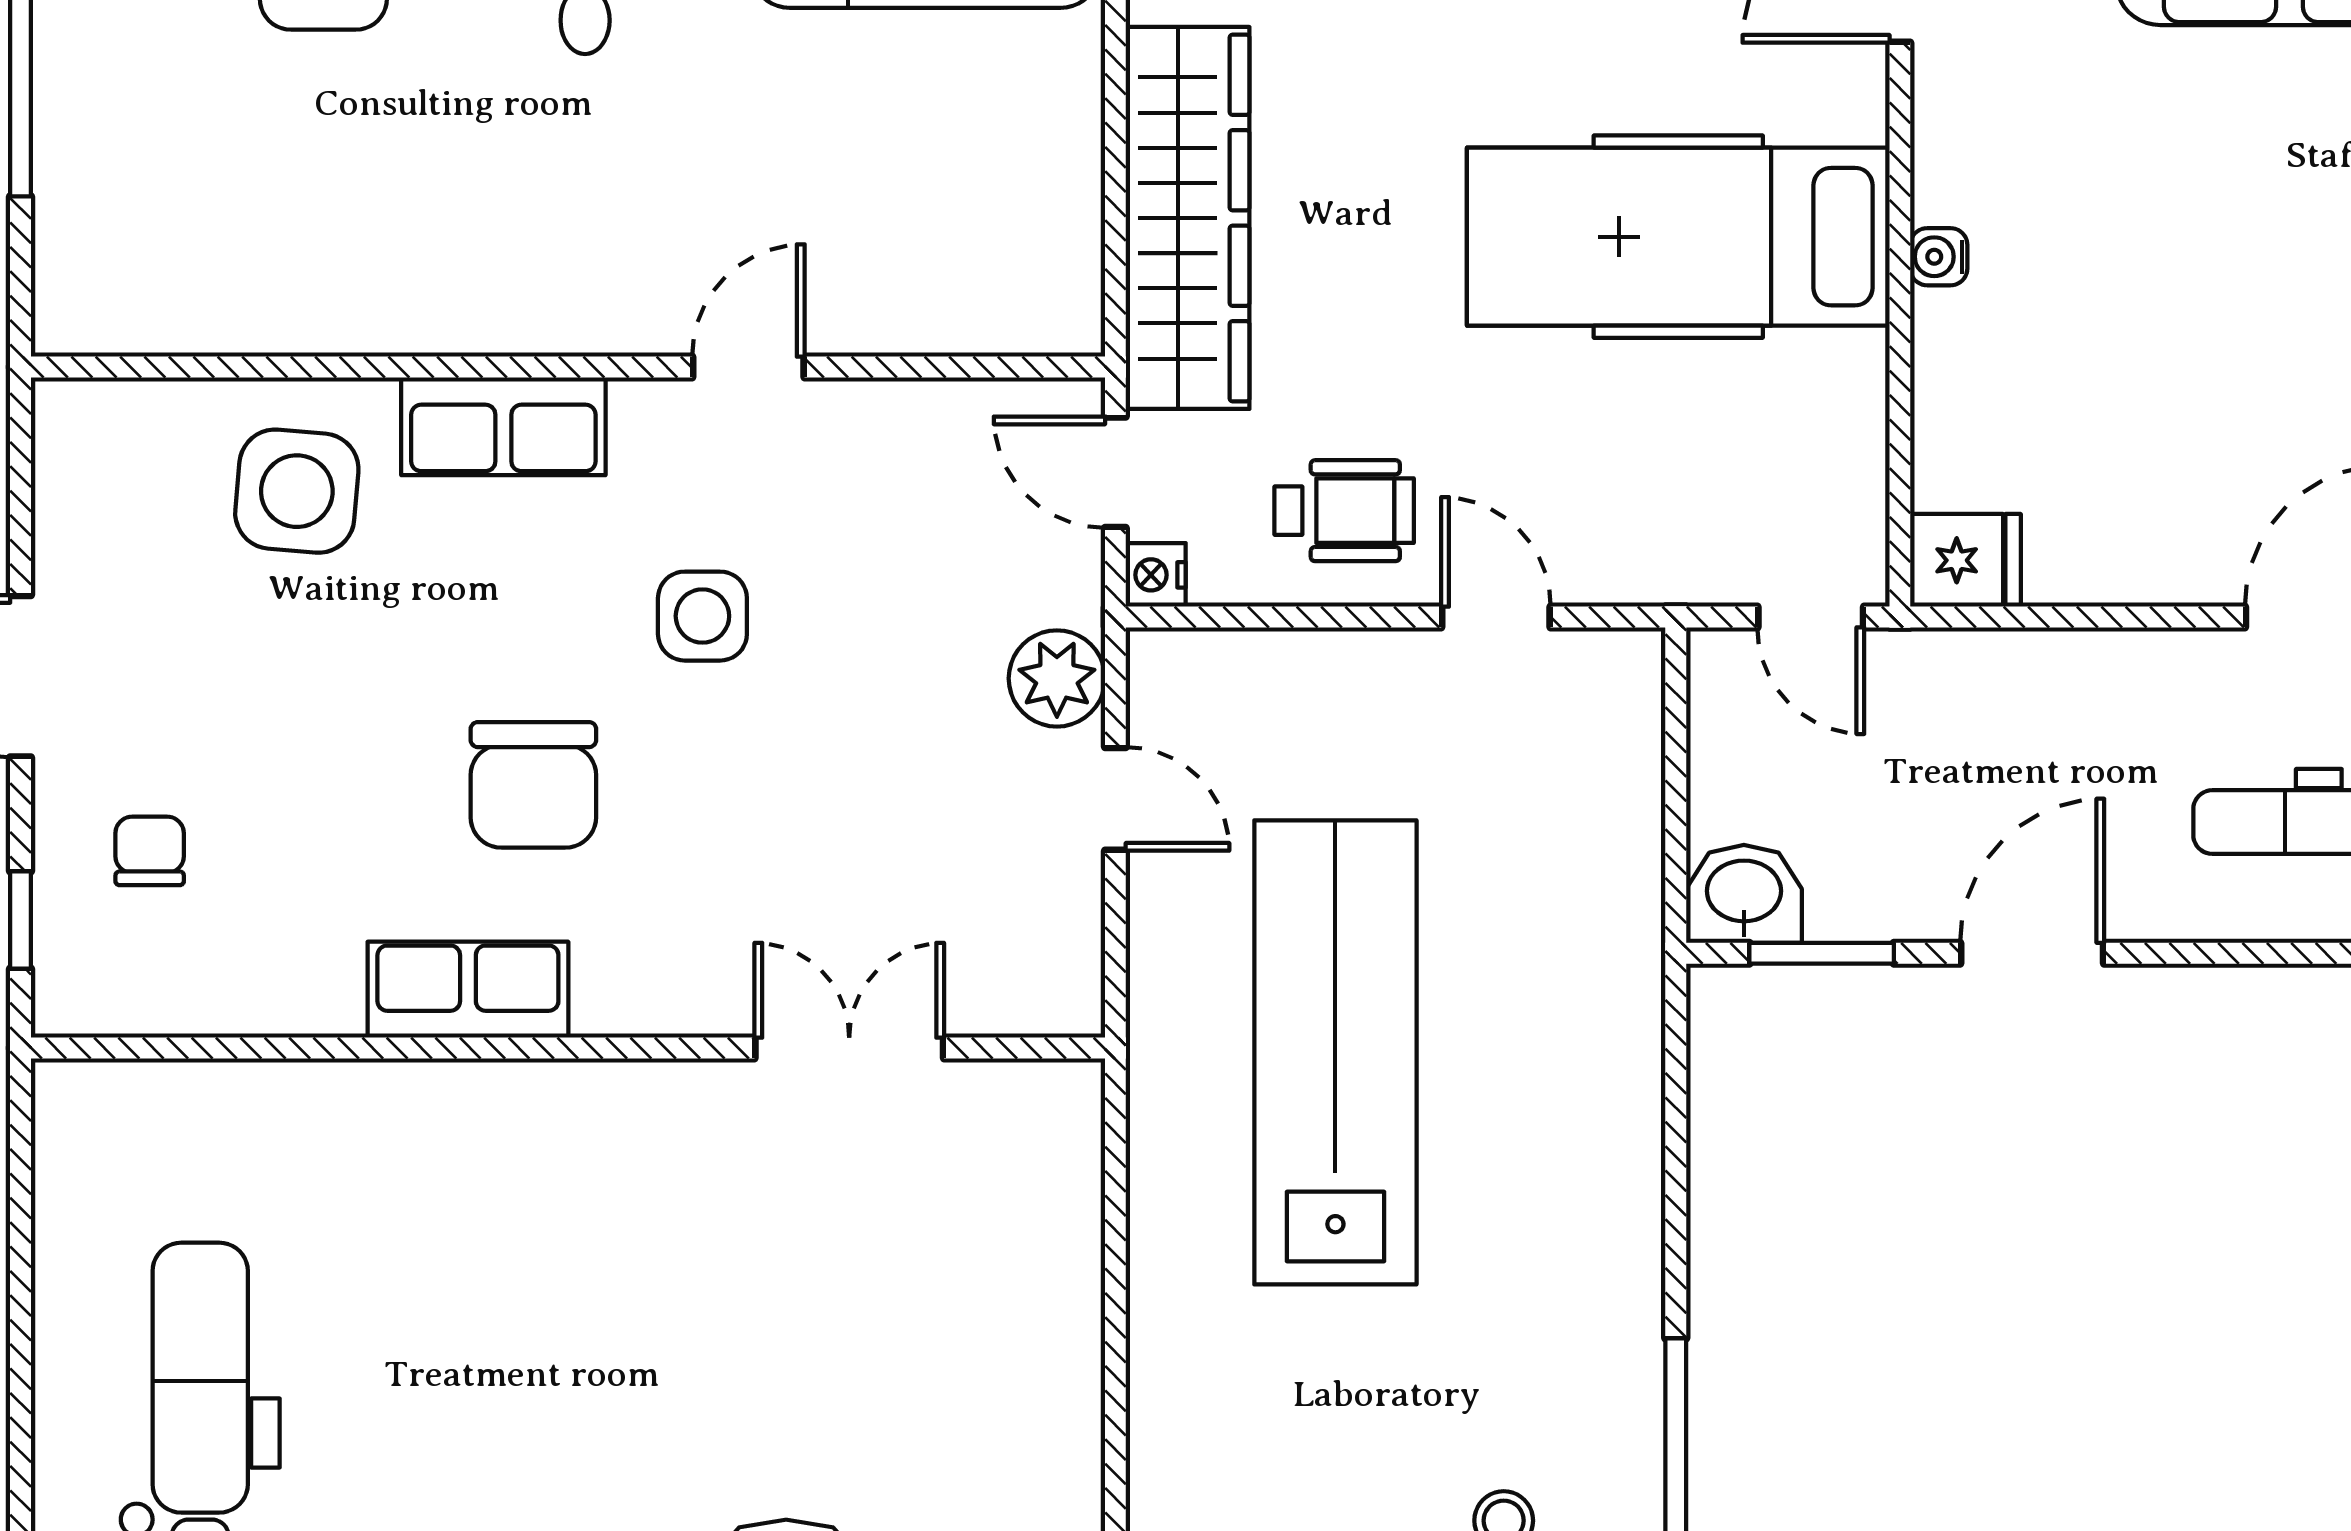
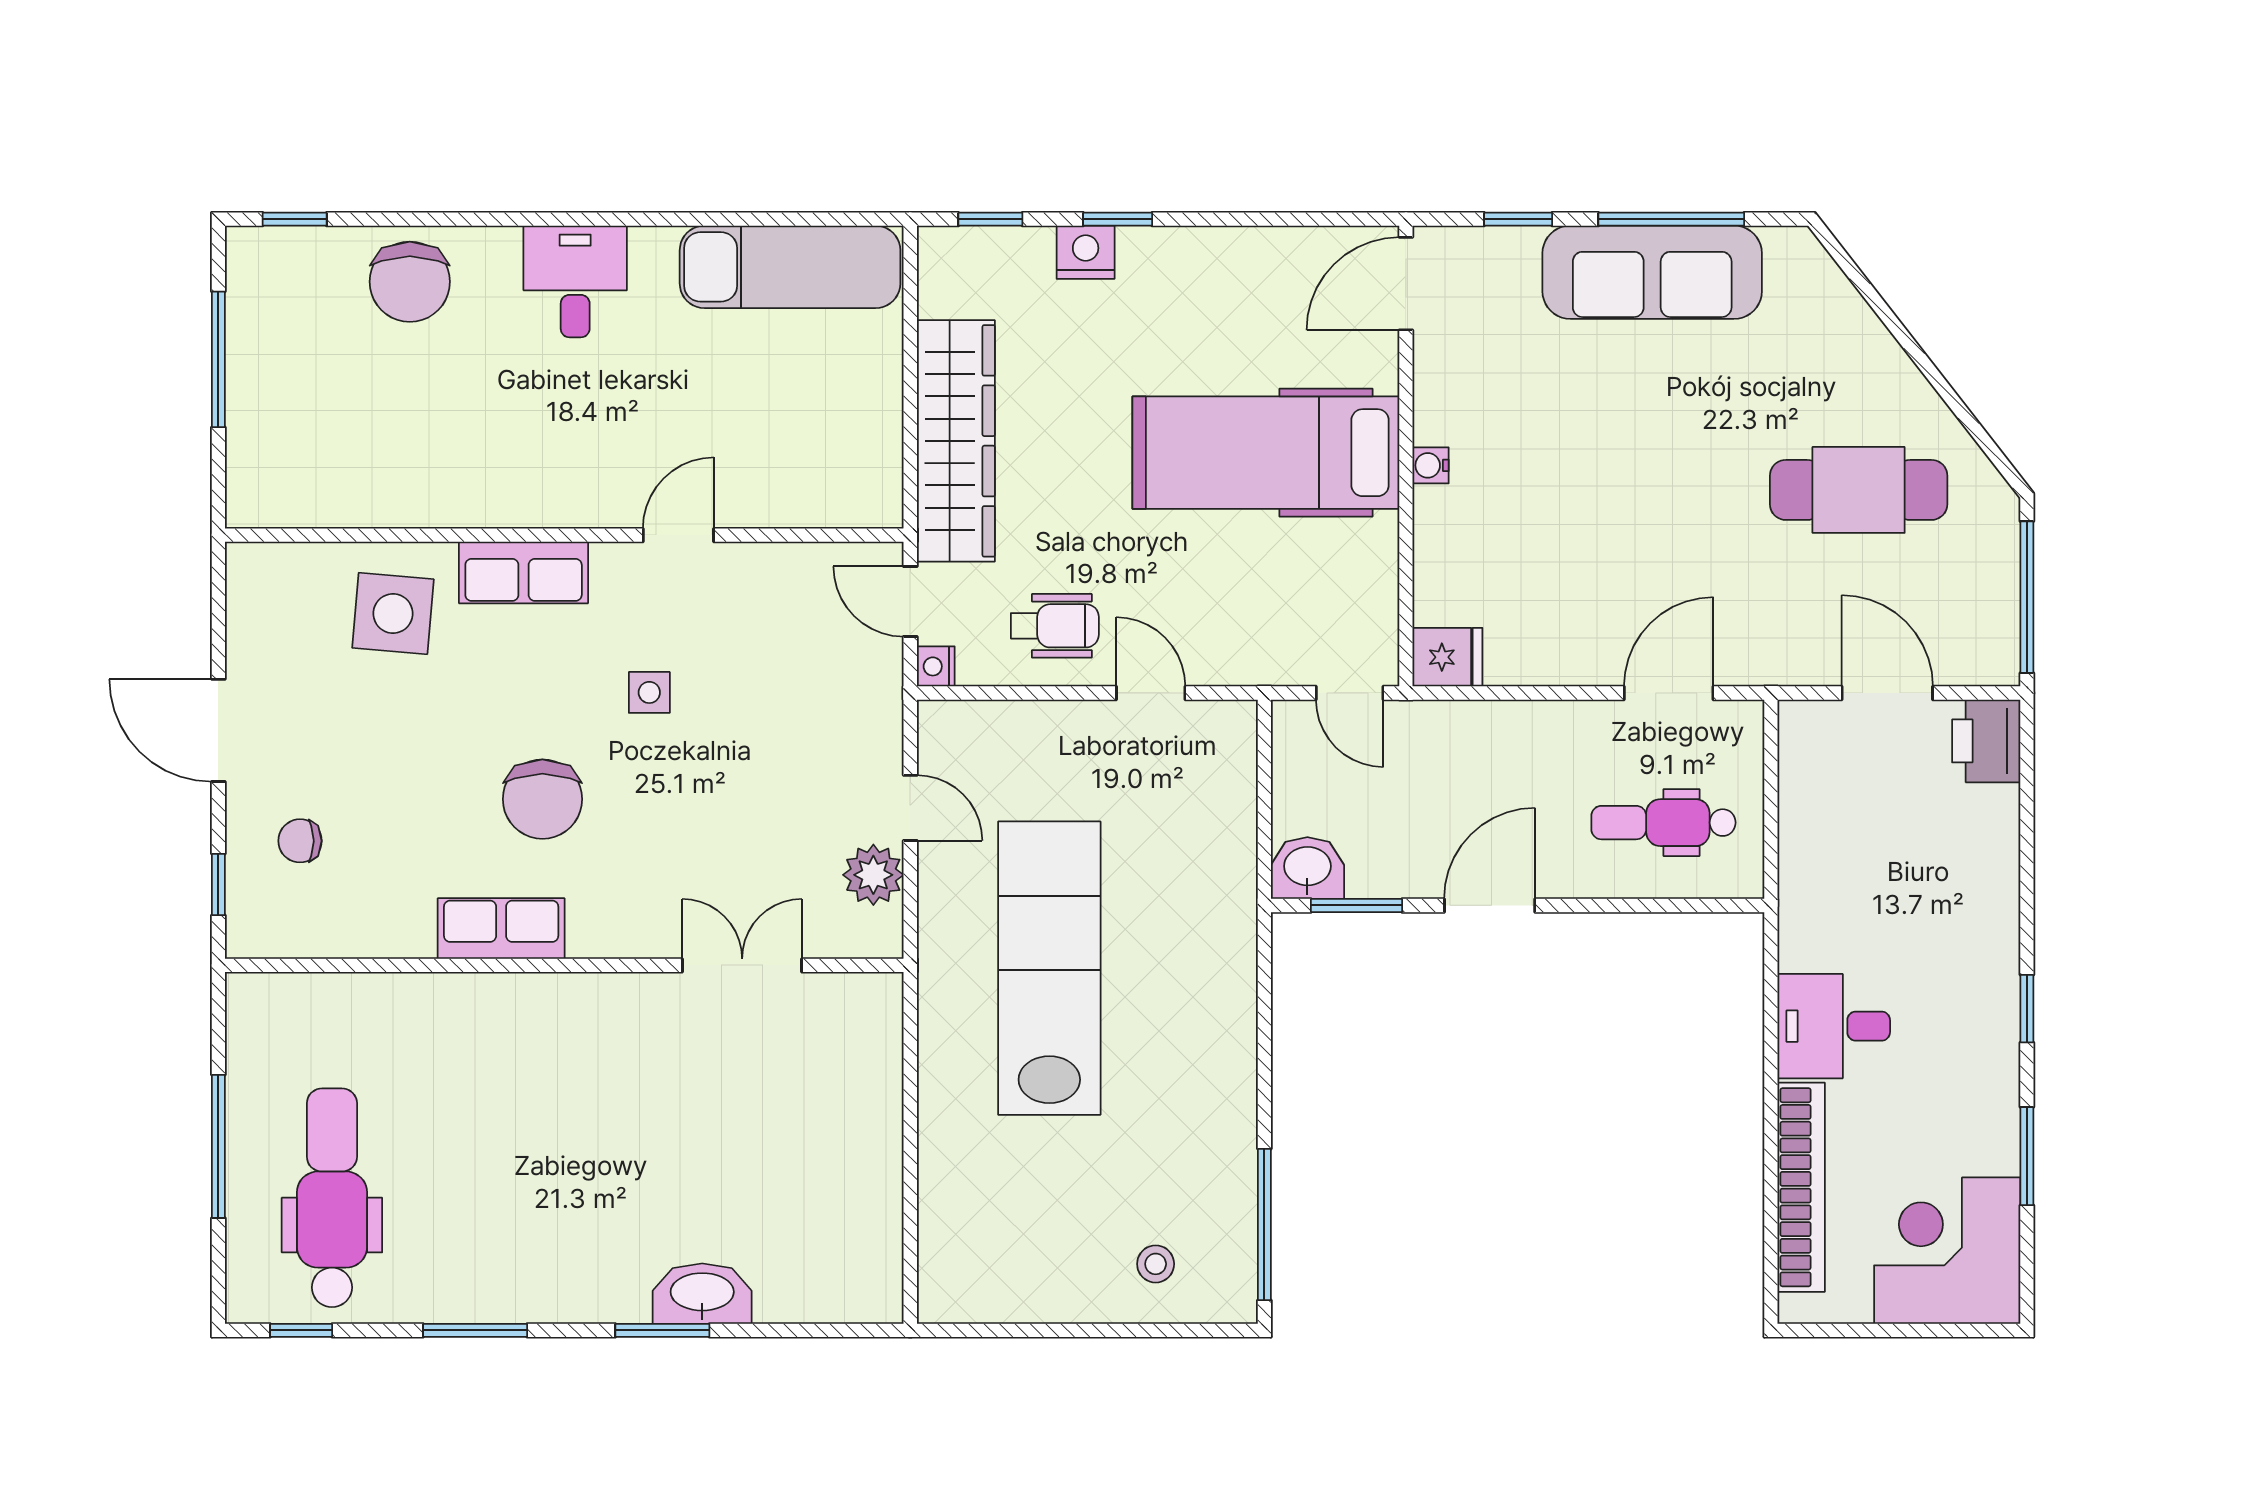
side table: (702, 616) -> (649, 692), width x0.73, depth x0.73
plant: (1057, 678) -> (873, 875), moved
chair: (150, 851) -> (300, 841), turned -90
window: (21, 1334) -> (218, 1146), added

